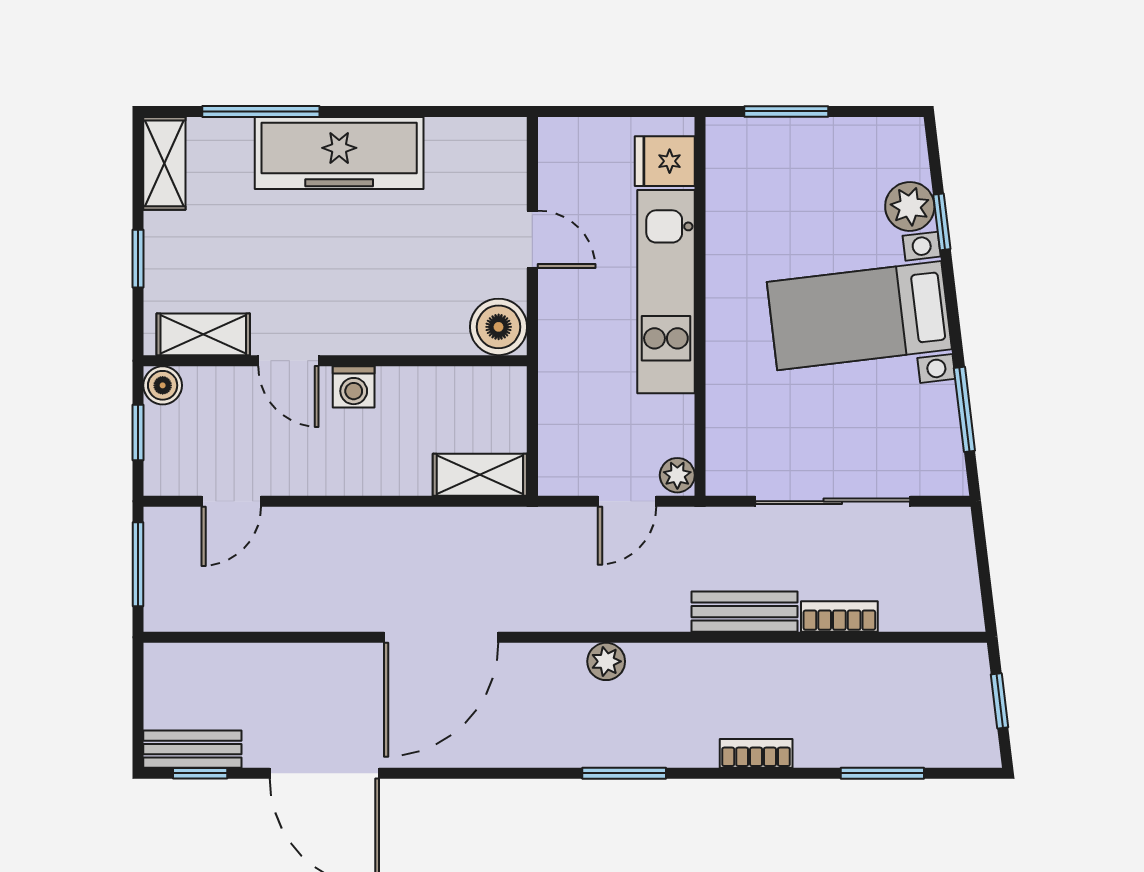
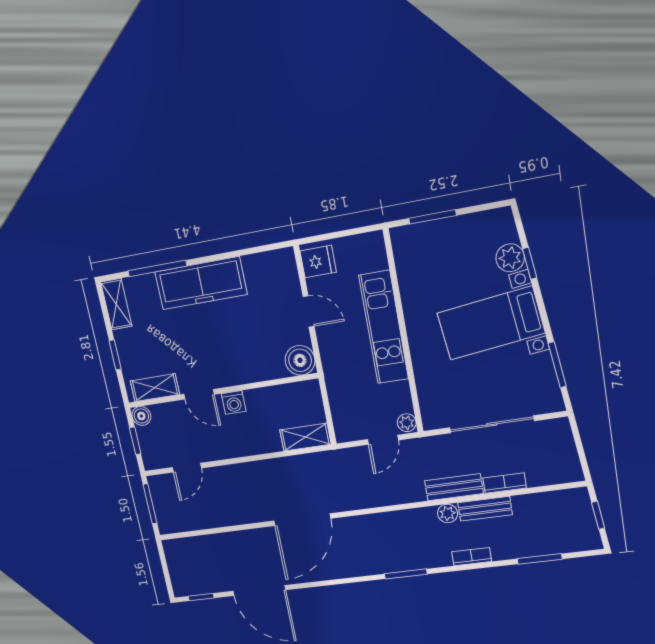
fridge: (665, 161) -> (318, 262), moved, turned 180
plant: (606, 661) -> (448, 513), moved
bench: (192, 749) -> (485, 509), moved

